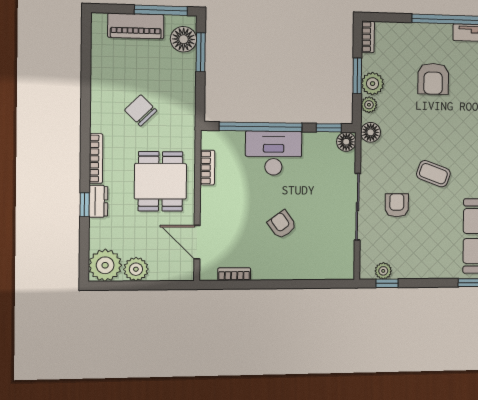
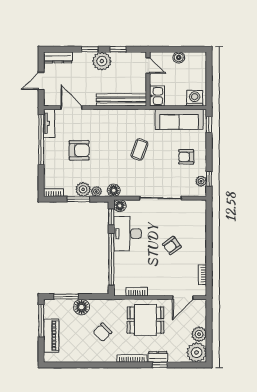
floor lamp: (184, 39) -> (82, 307), moved
desk: (274, 153) -> (128, 234), moved
armchair: (397, 205) -> (186, 157), moved

